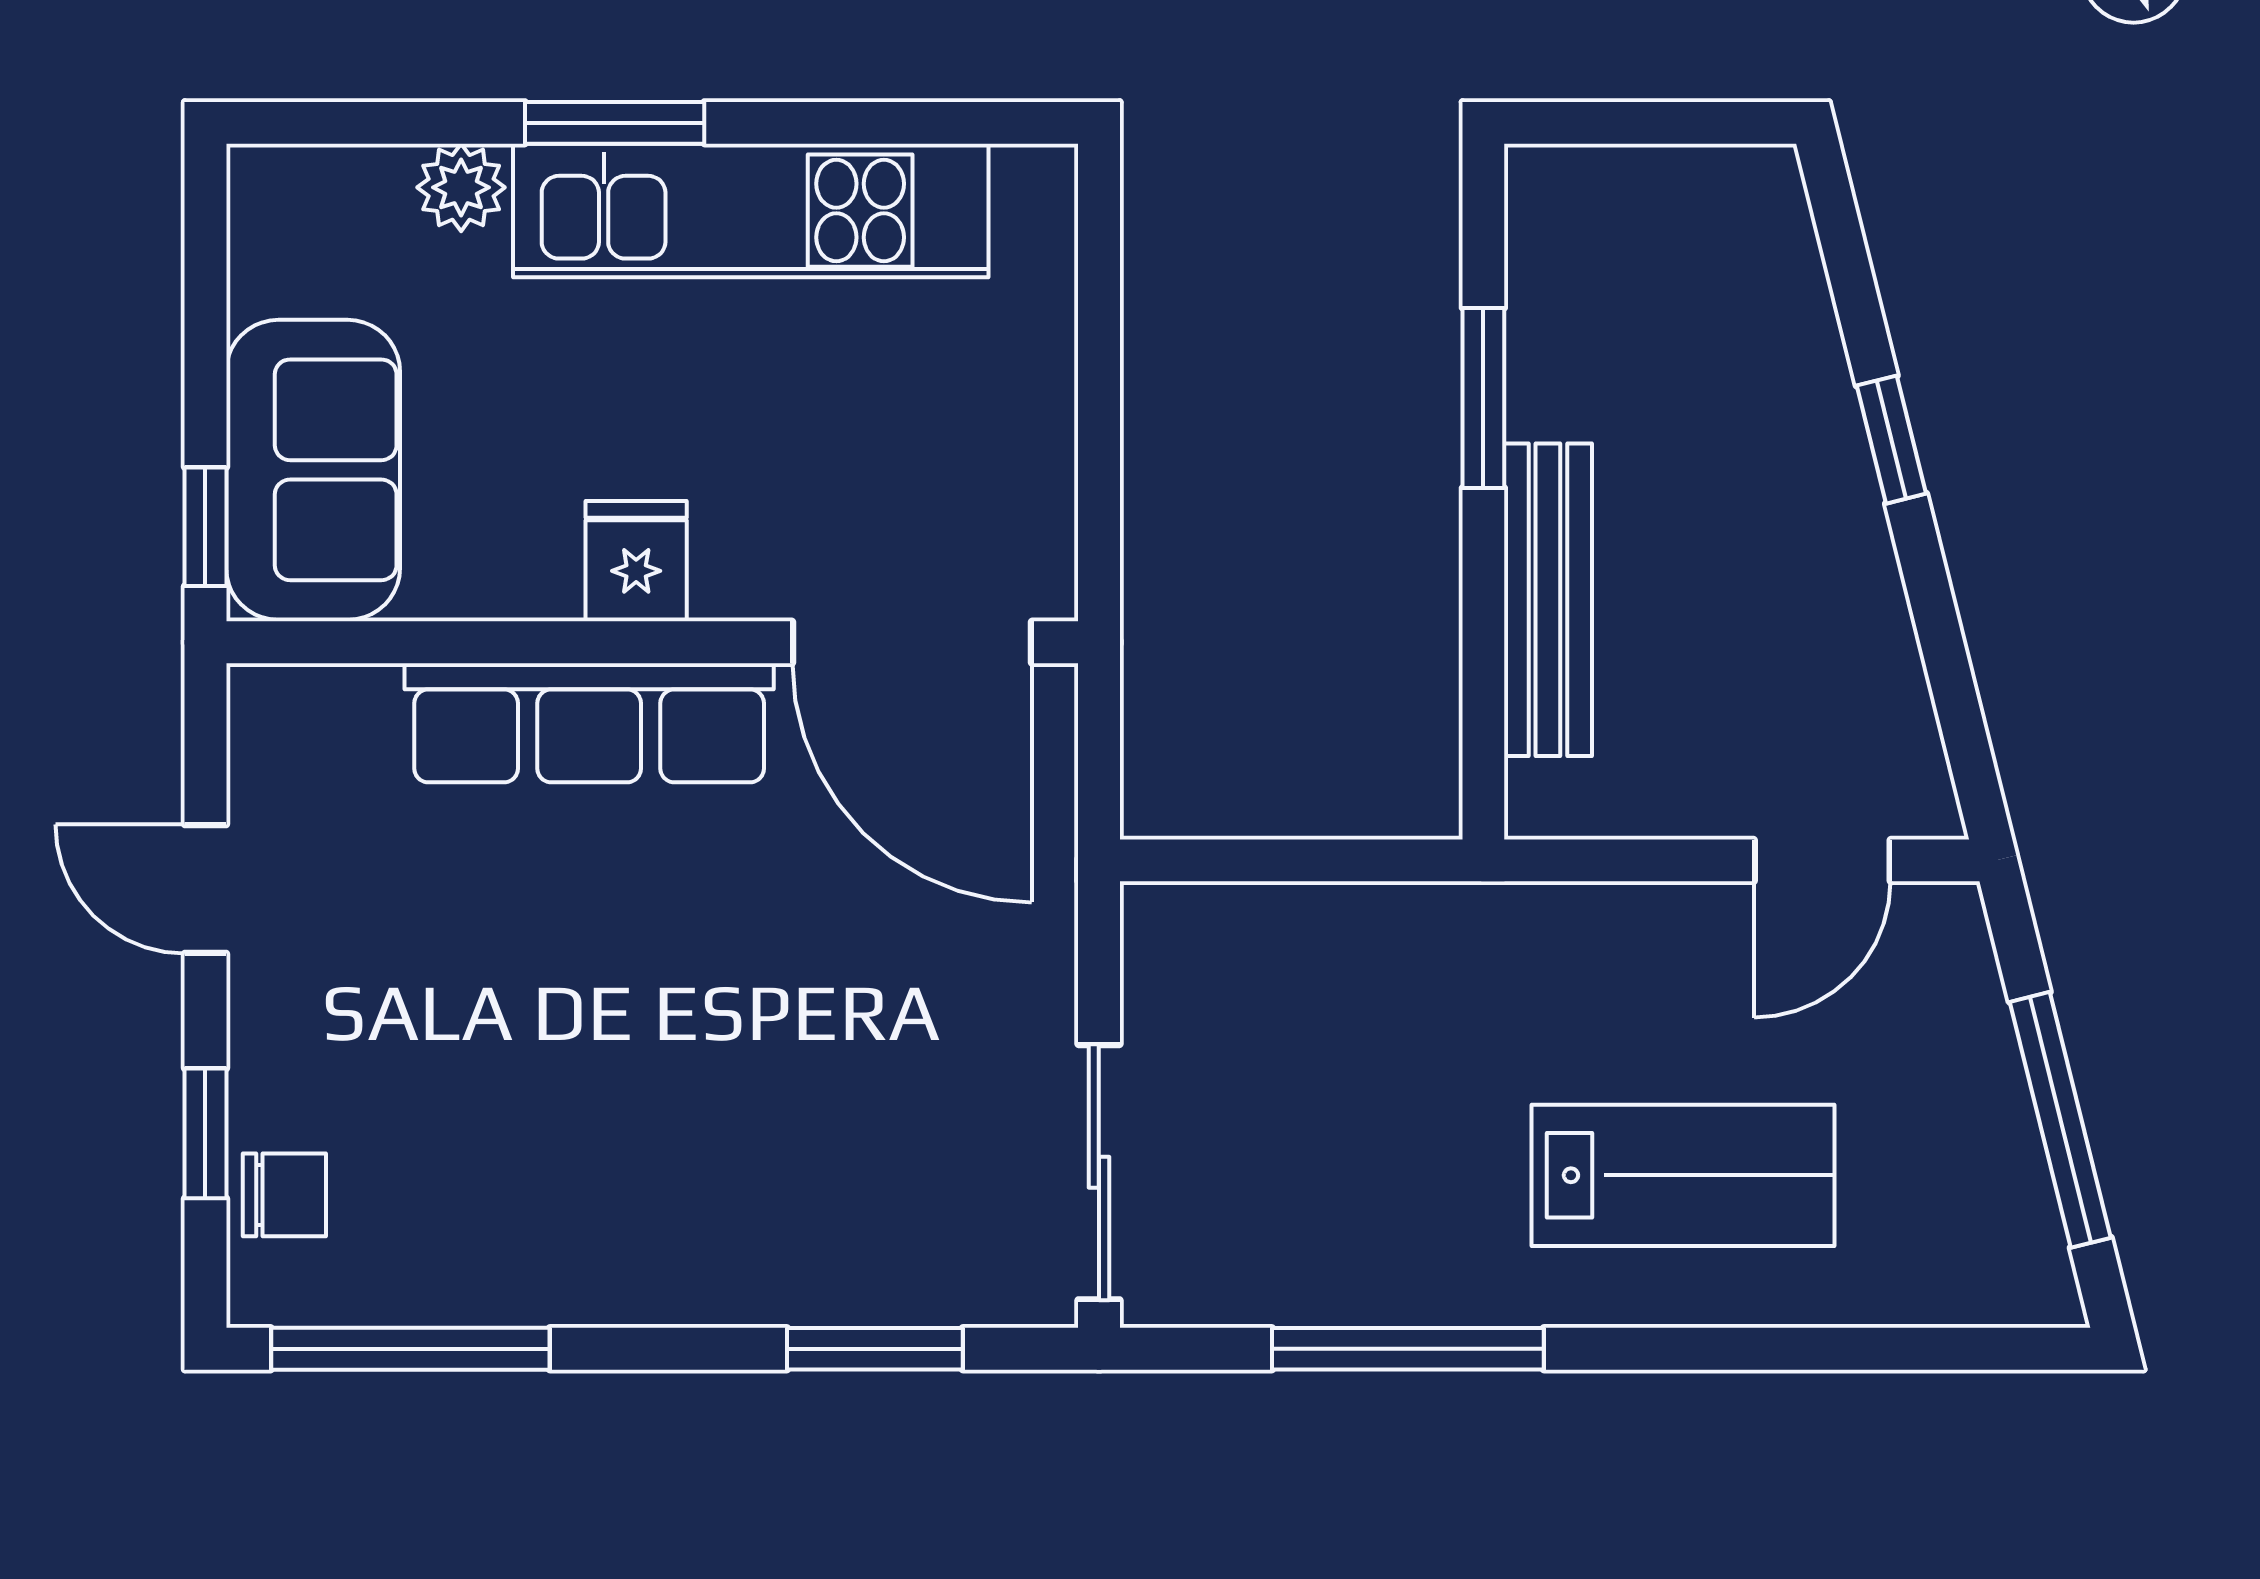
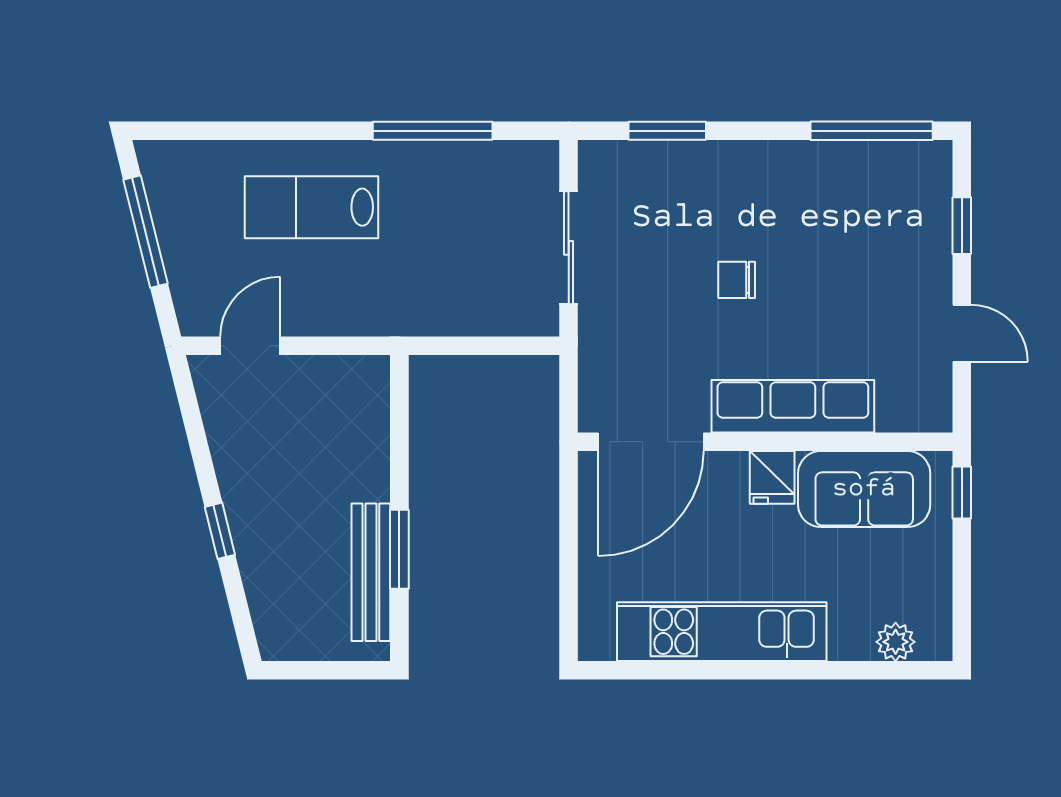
window: (615, 123) -> (782, 670), removed
plant: (461, 187) -> (896, 642), moved
sofa: (313, 470) -> (864, 489), moved, turned -90
bench: (1548, 600) -> (371, 572), moved
door: (912, 642) -> (651, 442), swing flipped
sliding door: (1099, 1172) -> (569, 248), moved
chair: (284, 1195) -> (737, 280), moved

